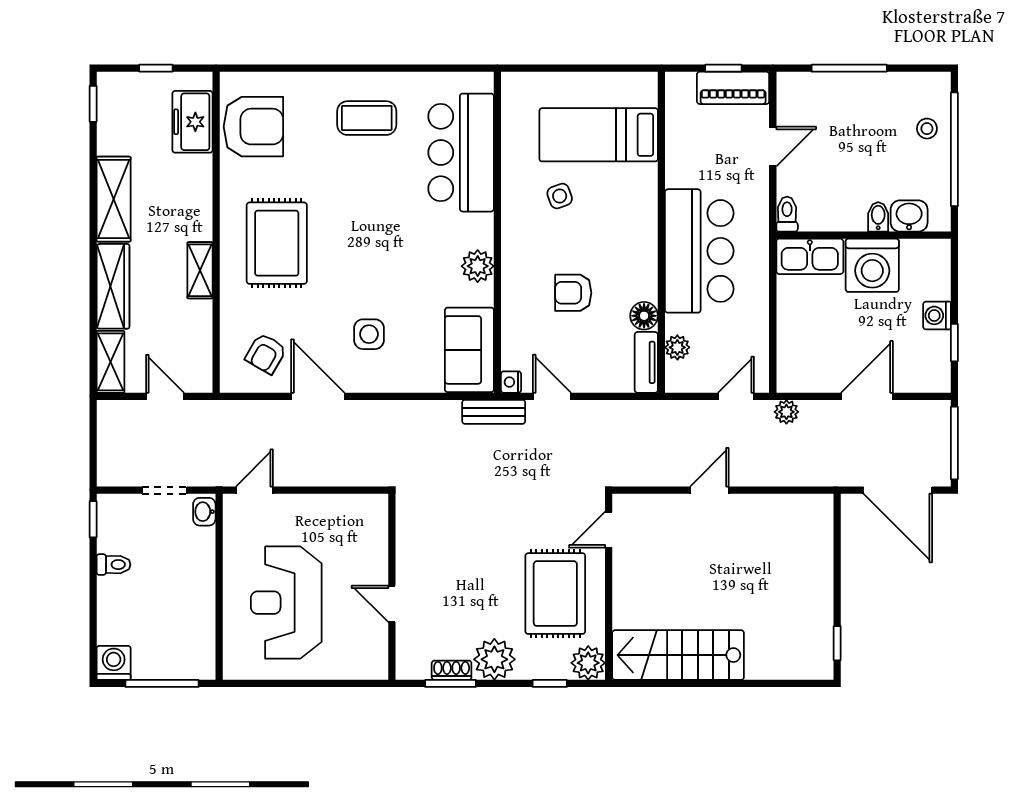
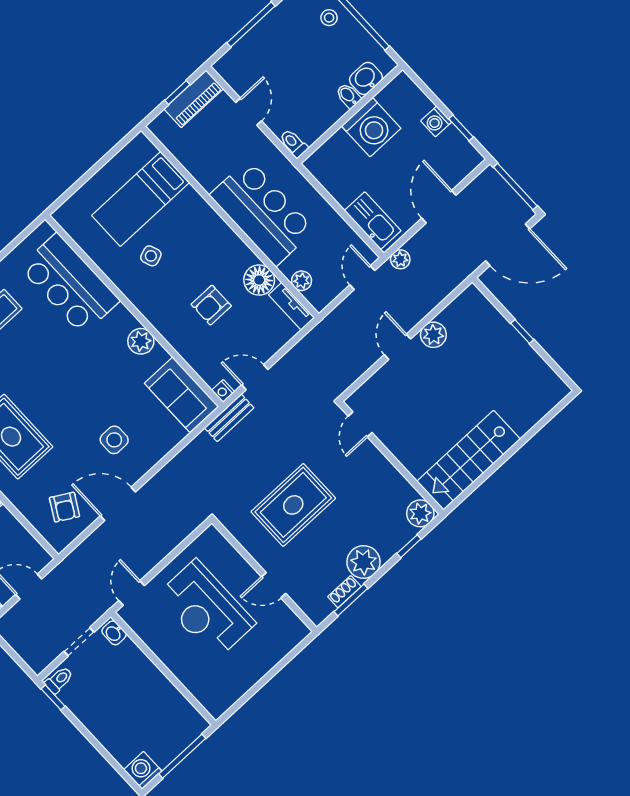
kitchen sink: (810, 256) -> (373, 221), moved, turned -90
floor lamp: (644, 316) -> (259, 280), width x1.38, depth x1.38
plant: (753, 510) -> (433, 335), added
toilet: (113, 565) -> (59, 680), moved
rug: (555, 594) -> (293, 505), moved, turned 90
reception desk: (286, 603) -> (206, 609), moved
window: (837, 643) -> (522, 331), moved

